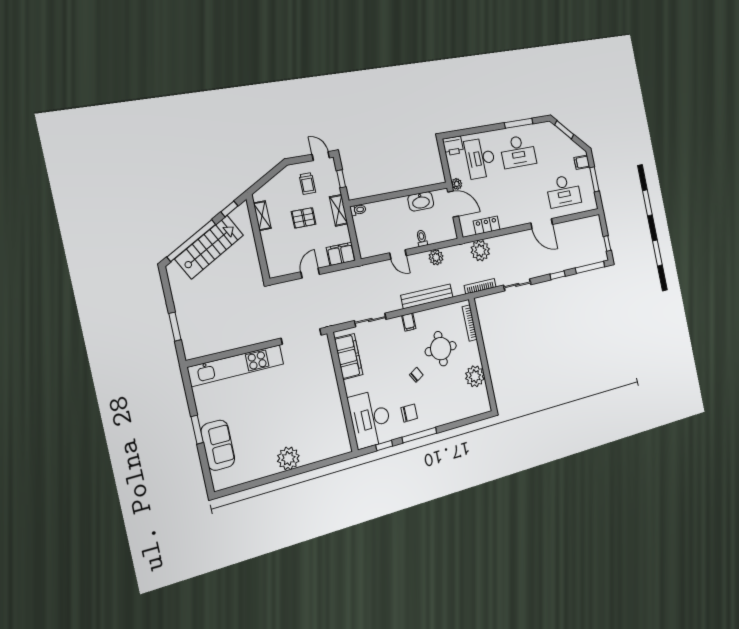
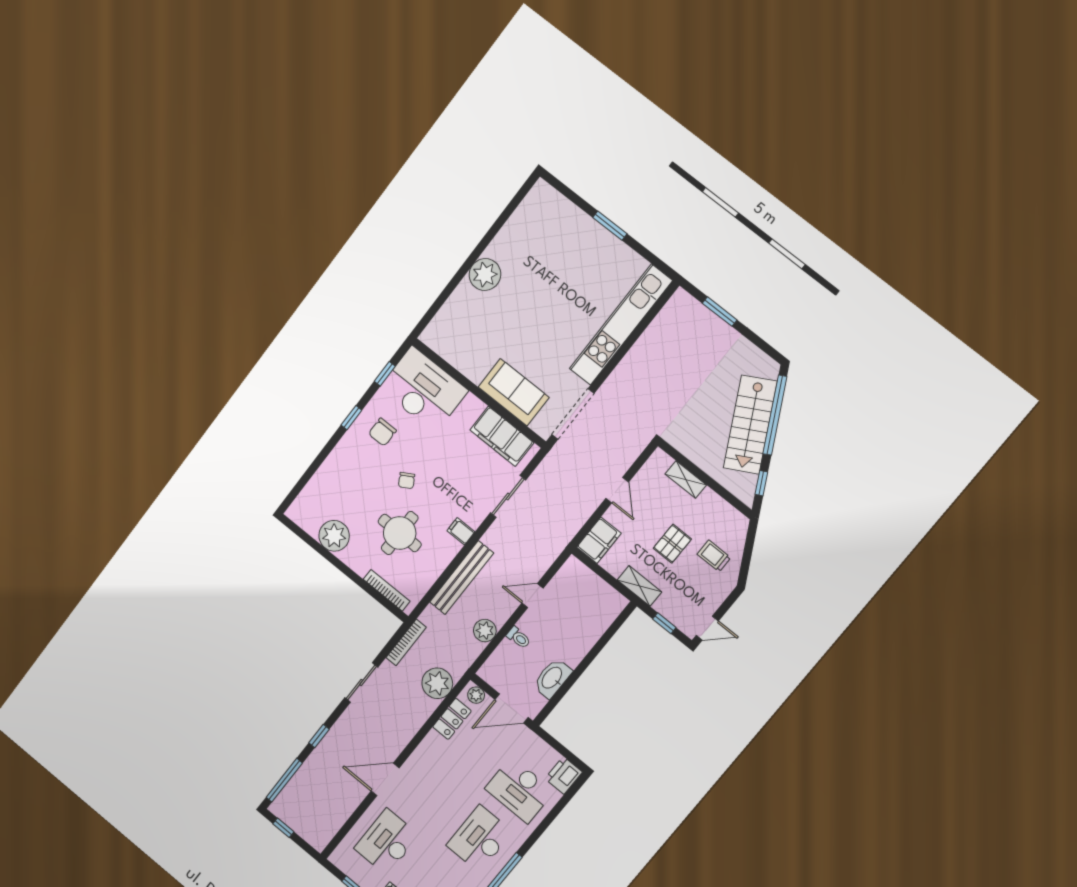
desk: (480, 158) -> (519, 790), turned 180
trolley: (307, 184) -> (714, 556), moved
plant: (457, 184) -> (476, 695), moved
toilet: (358, 210) -> (618, 606), removed
shelving: (262, 216) -> (686, 479), moved
window: (419, 435) -> (351, 418), width x0.46
sofa: (218, 445) -> (514, 392), moved, turned 180

